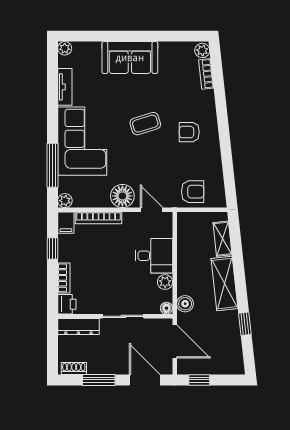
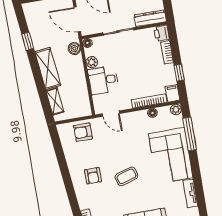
armchair: (189, 132) -> (93, 176), turned 90
floor lamp: (122, 196) -> (152, 113), moved, width x0.53, depth x0.53

